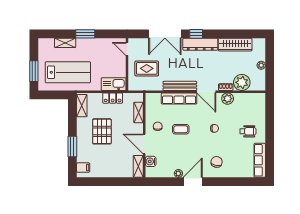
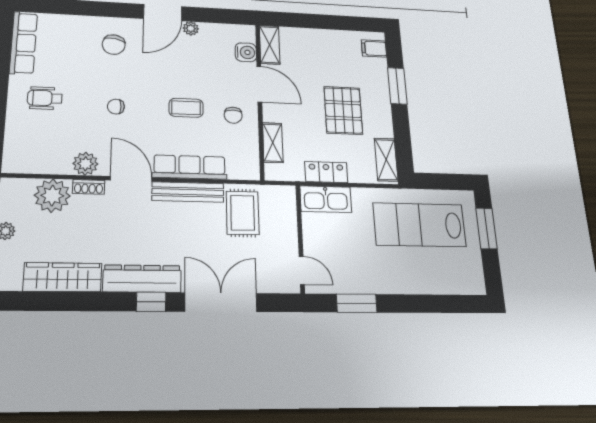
window: (85, 34) -> (357, 303), moved
shelving: (65, 43) -> (431, 285), removed
rug: (147, 68) -> (243, 213), moved, turned 90

